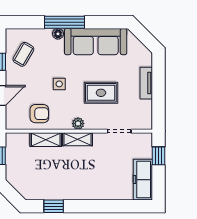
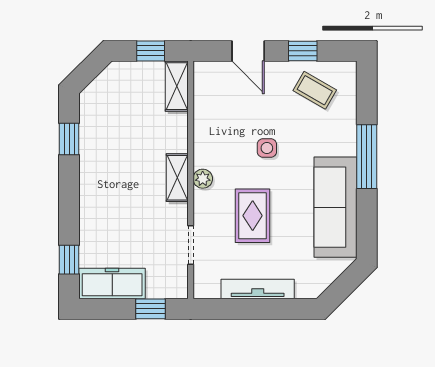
floor lamp: (58, 34) -> (348, 146), removed
tv unit: (146, 83) -> (258, 289), width x1.41
armchair: (39, 114) -> (219, 116), removed
shelving: (46, 140) -> (177, 86), moved
window: (128, 206) -> (69, 260), added

